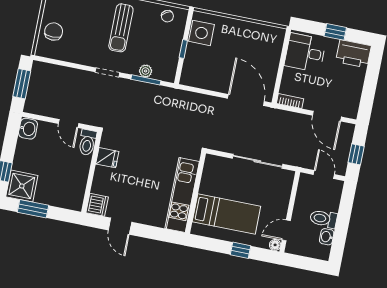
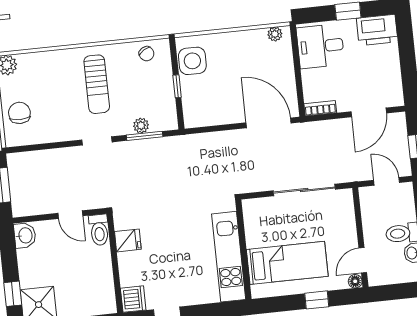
plant: (272, 32) -> (275, 34), added
door: (327, 116) -> (369, 112), hinge flipped

